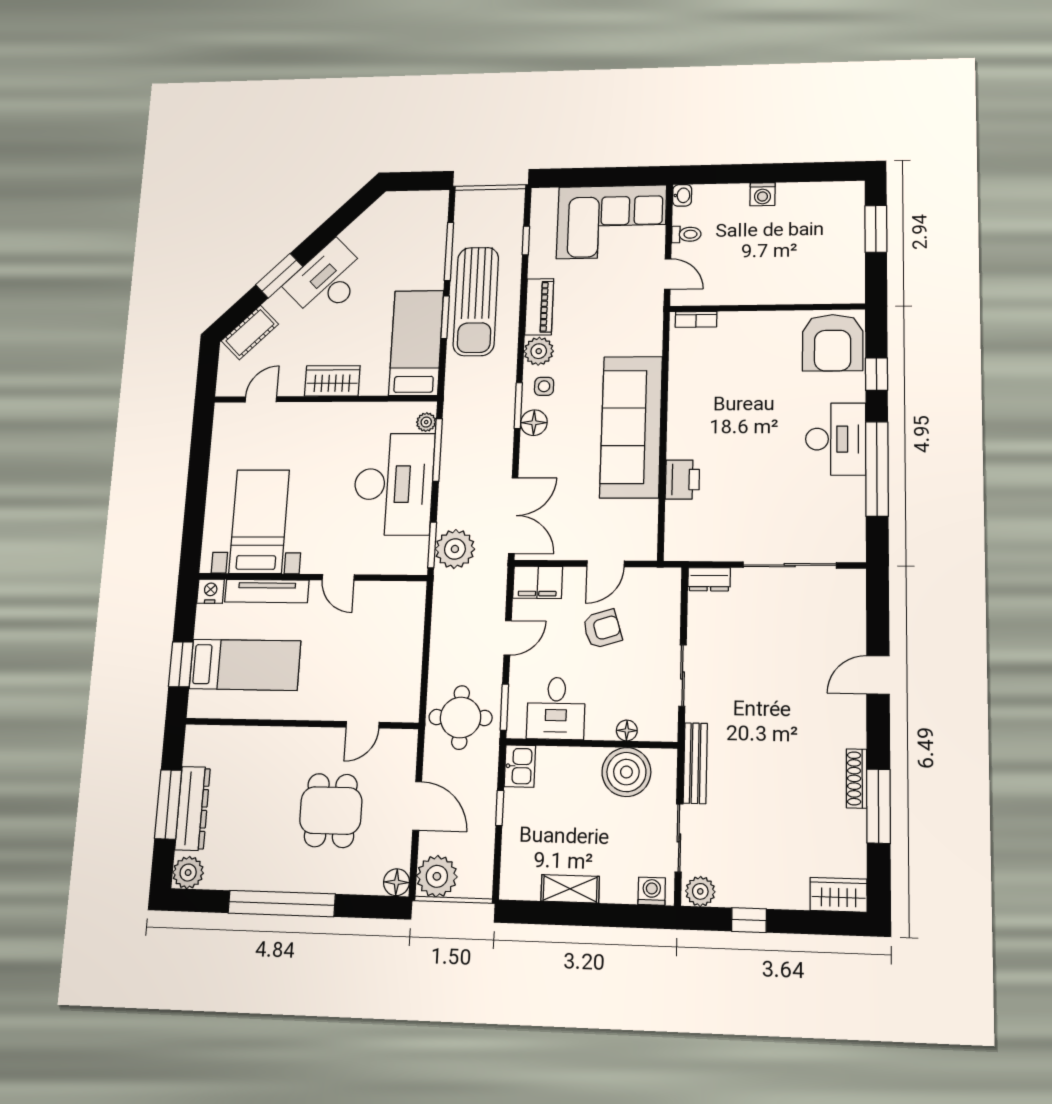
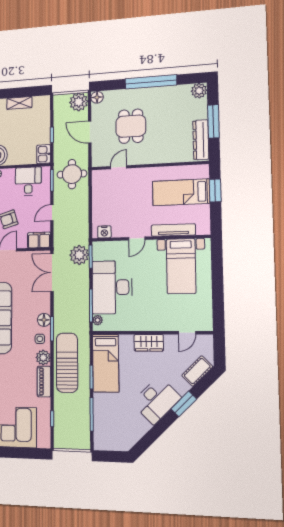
sun lounger: (476, 301) -> (67, 363), moved
door: (338, 577) -> (137, 239), swing flipped
nightstand: (211, 591) -> (104, 232), moved
dresser: (193, 808) -> (201, 140), moved

